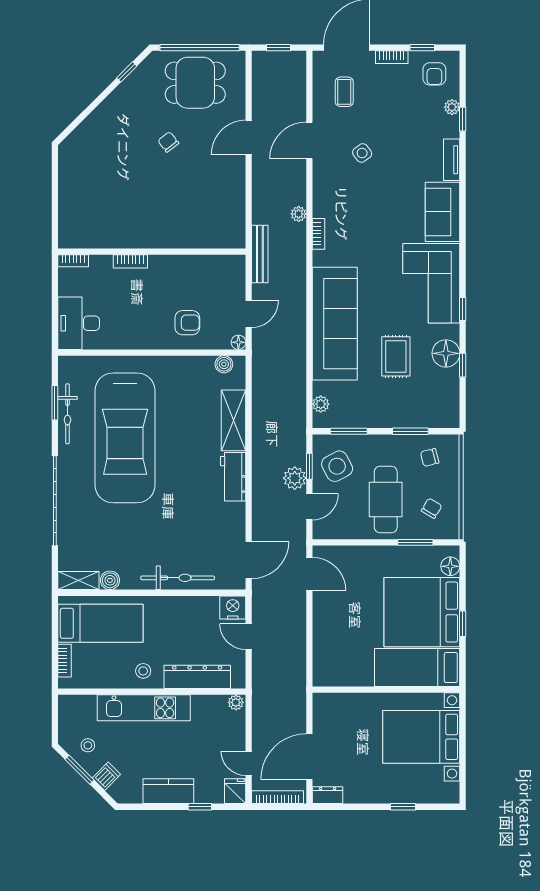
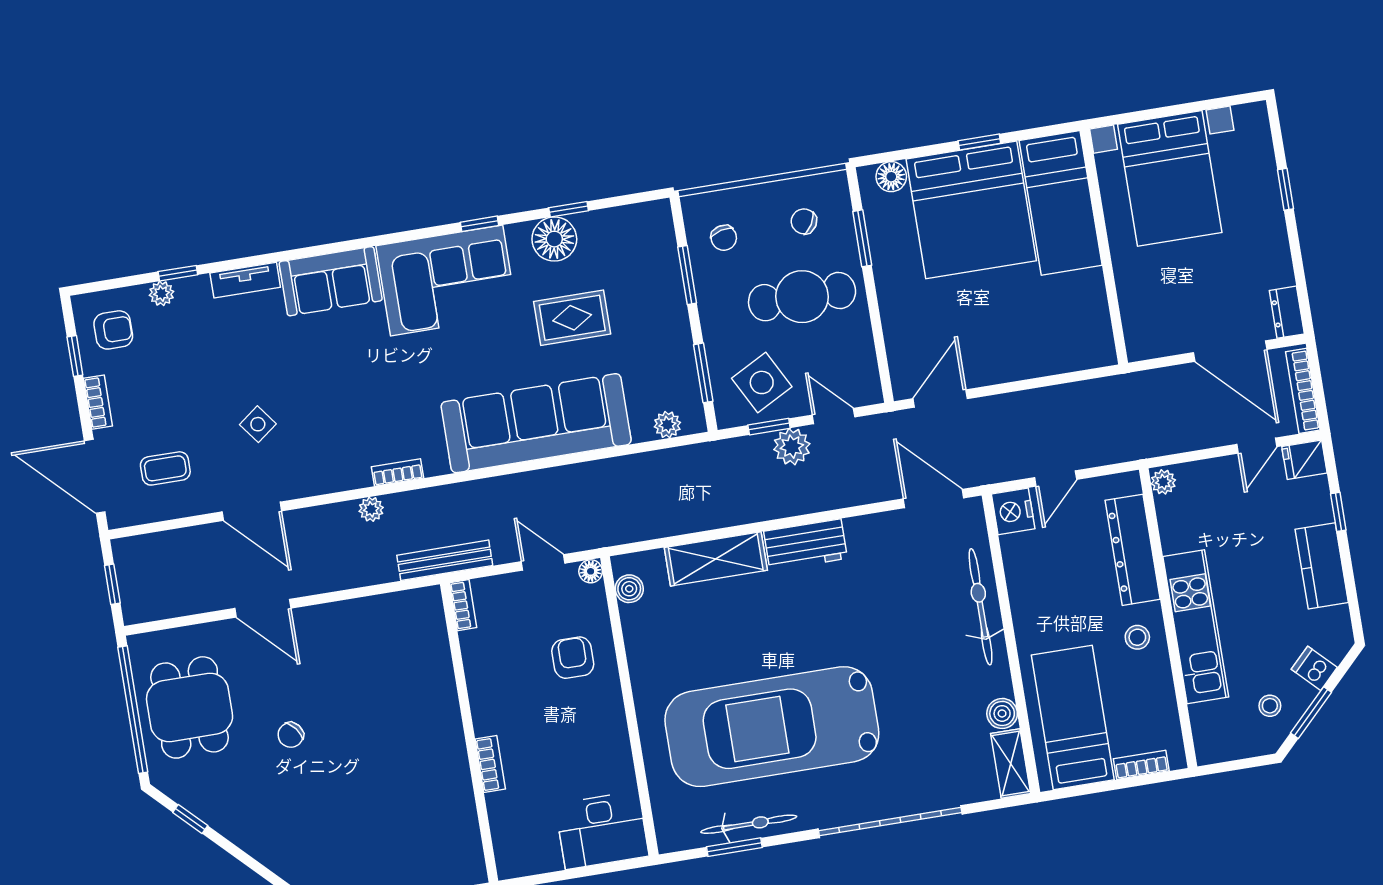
bookcase: (73, 261) -> (463, 605), moved
car: (125, 438) -> (772, 727), turned 180

